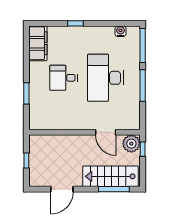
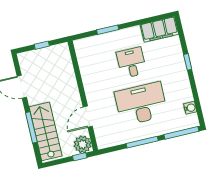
window: (114, 189) -> (31, 127), moved

